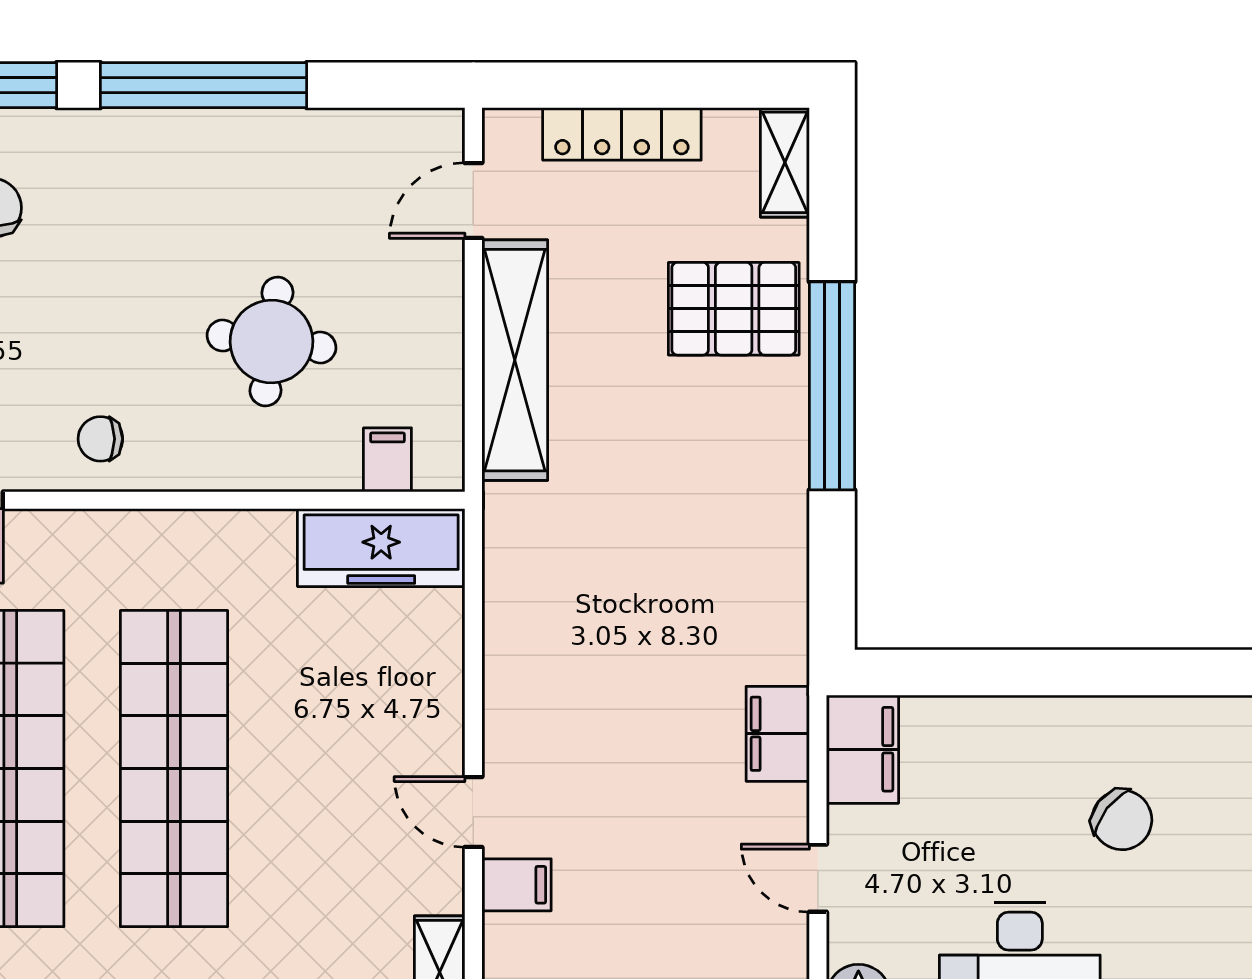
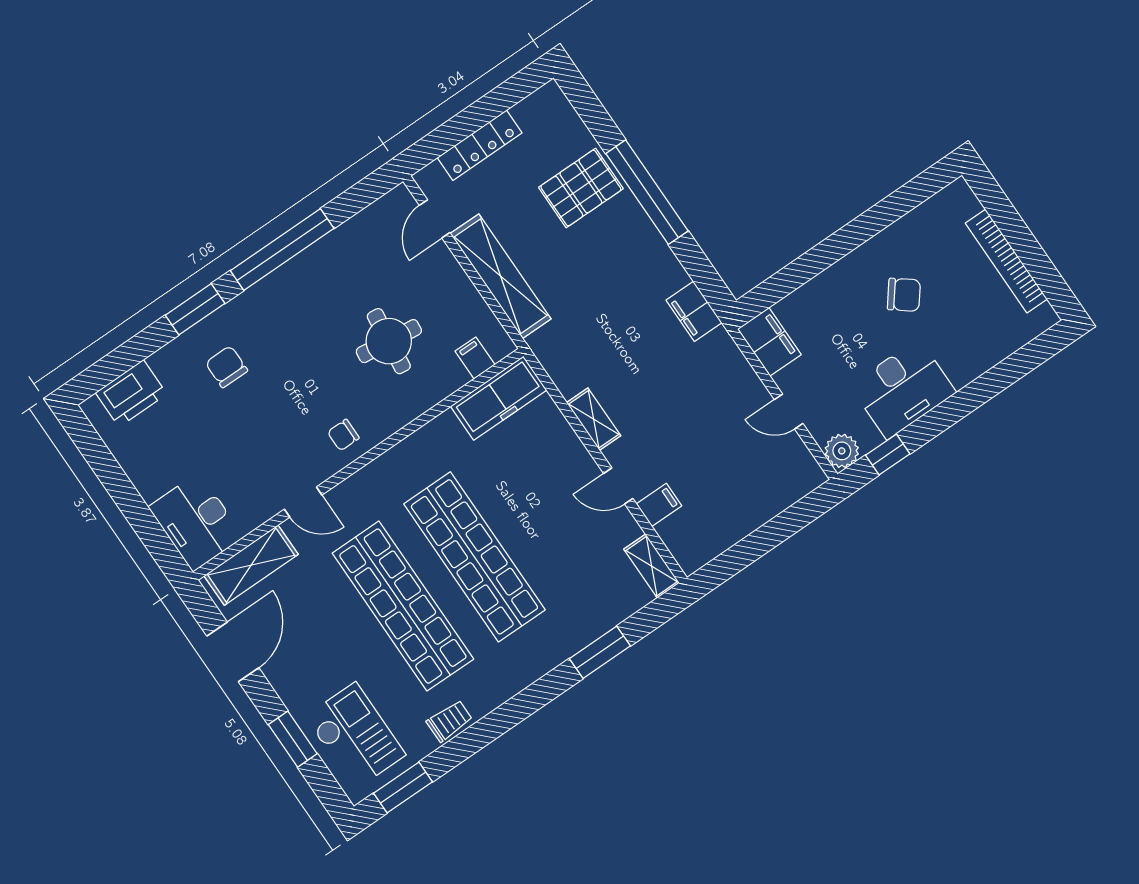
shelving: (785, 162) -> (594, 419), moved
filing cabinet: (778, 734) -> (694, 311), moved

